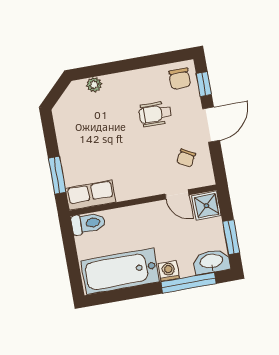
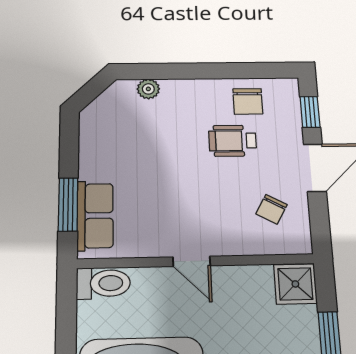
chair: (180, 79) -> (248, 101), moved
door: (177, 194) -> (192, 261), moved
row of seats: (91, 195) -> (95, 216), moved, turned 90

